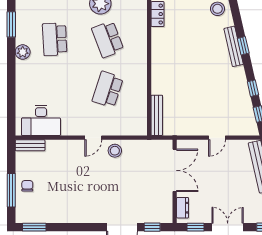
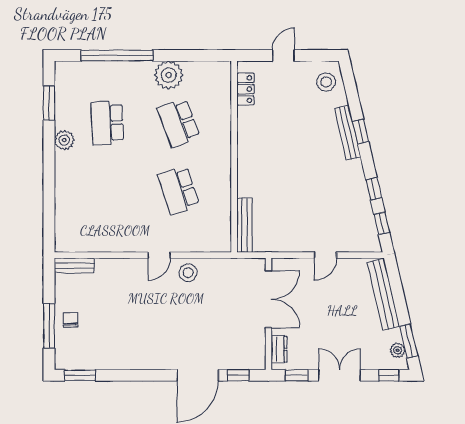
school desk: (108, 89) -> (179, 190), turned -36
desk: (41, 120) -> (89, 232), removed

